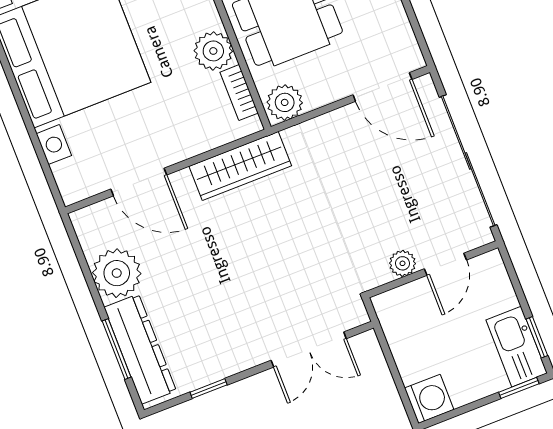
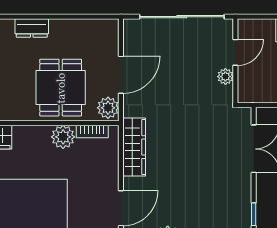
door: (382, 87) -> (121, 75), moved
door: (445, 264) -> (235, 52), hinge flipped

